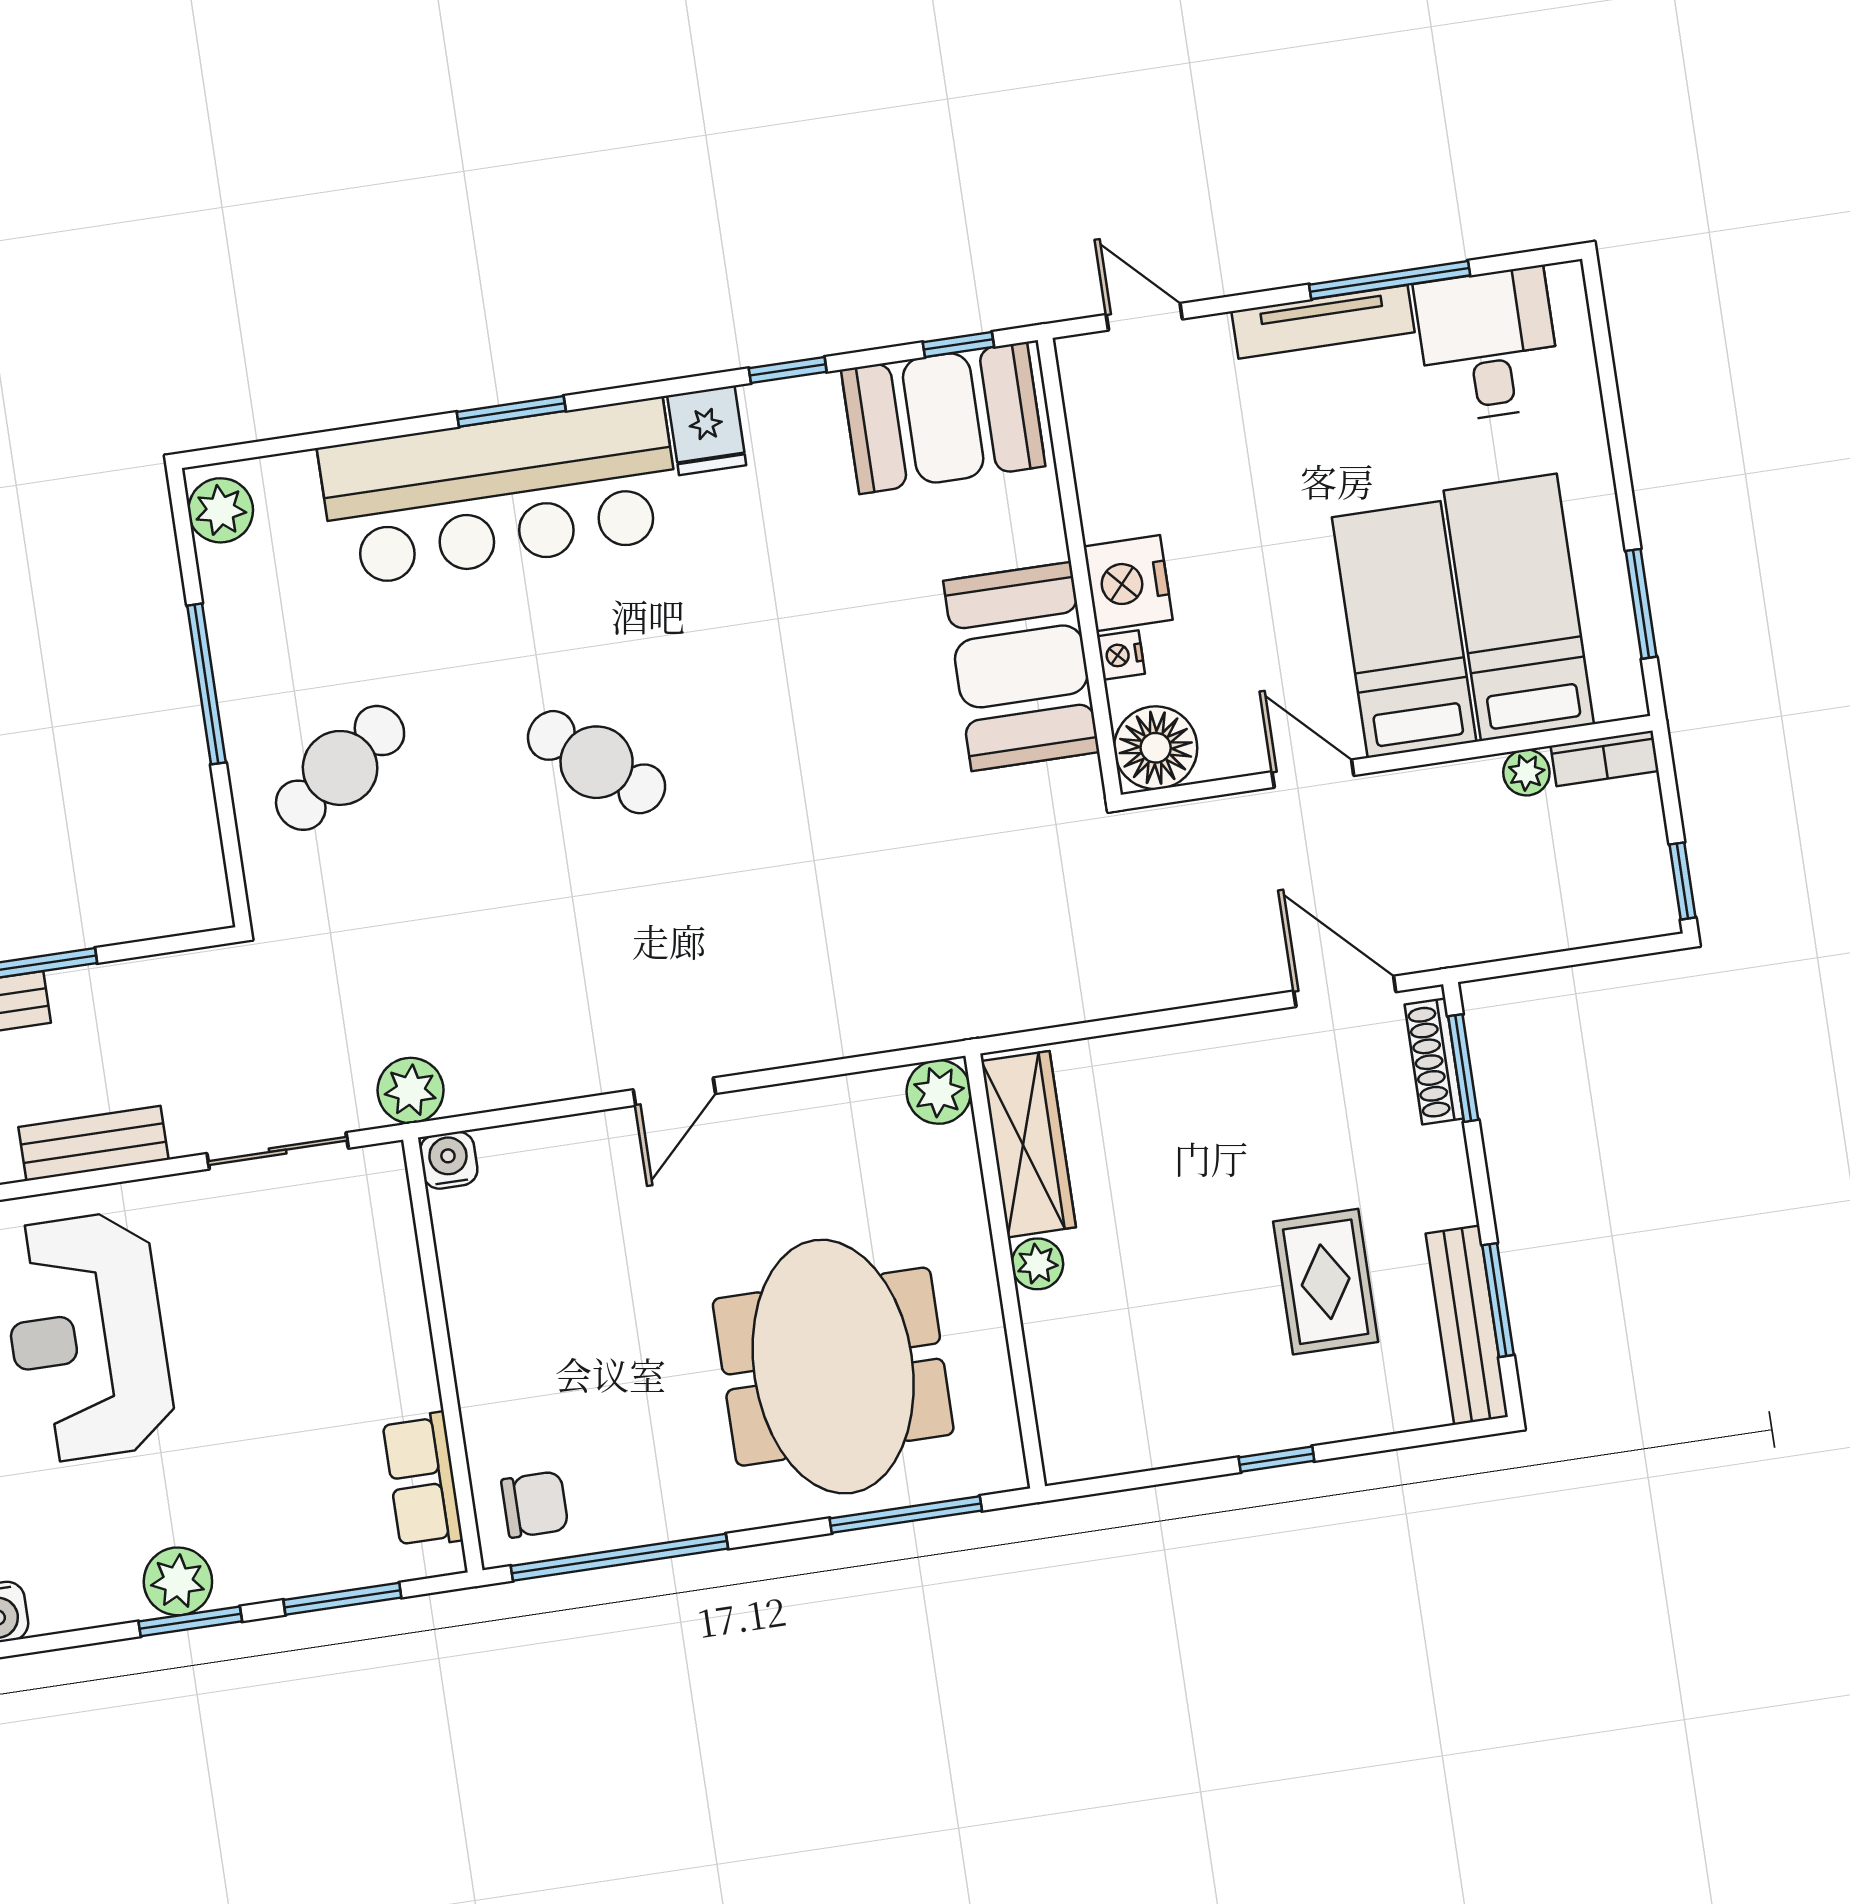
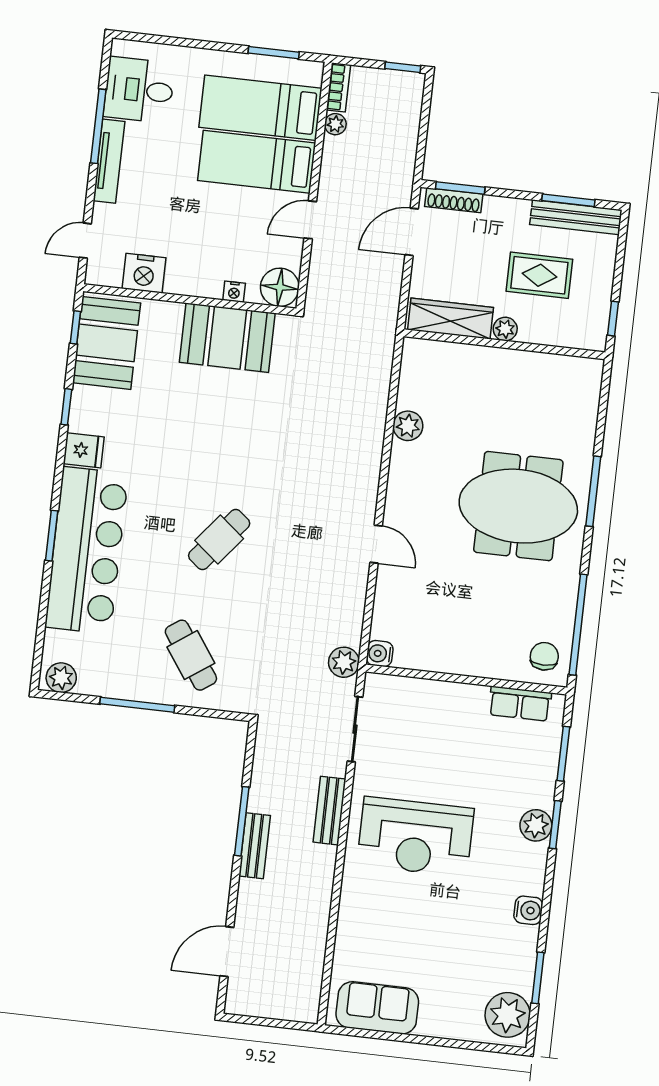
nightstand: (1128, 583) -> (144, 273), moved
wardrobe: (1029, 1144) -> (450, 319), moved
plant: (1037, 1264) -> (505, 329), moved
wall: (1005, 1271) -> (504, 344), moved

